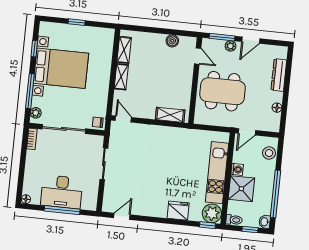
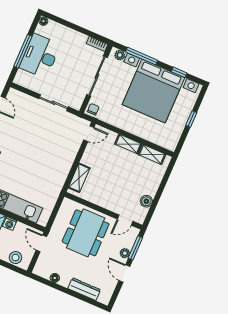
bed with nightstands: (61, 68) -> (153, 91), width x1.36

